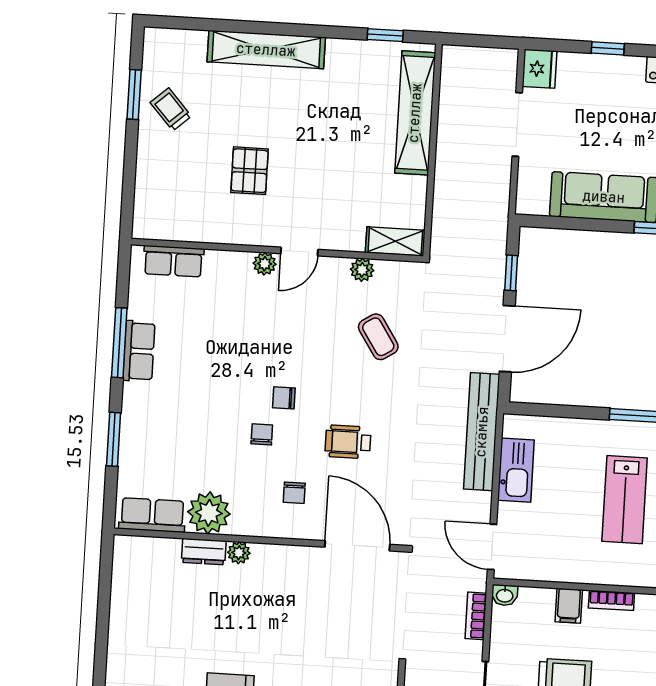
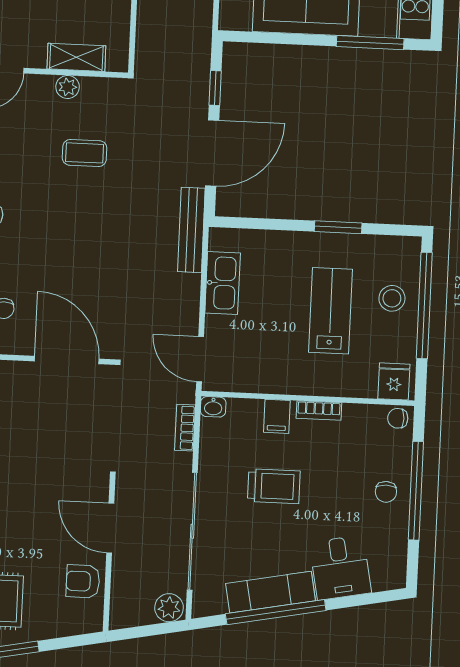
shelving: (395, 241) -> (76, 57), moved
coffee table: (378, 337) -> (85, 153), turned -57
bench: (482, 432) -> (191, 230), width x0.73, depth x0.82
wheelchair: (348, 442) -> (56, 257), removed
lab bench: (625, 500) -> (331, 311), turned 180

